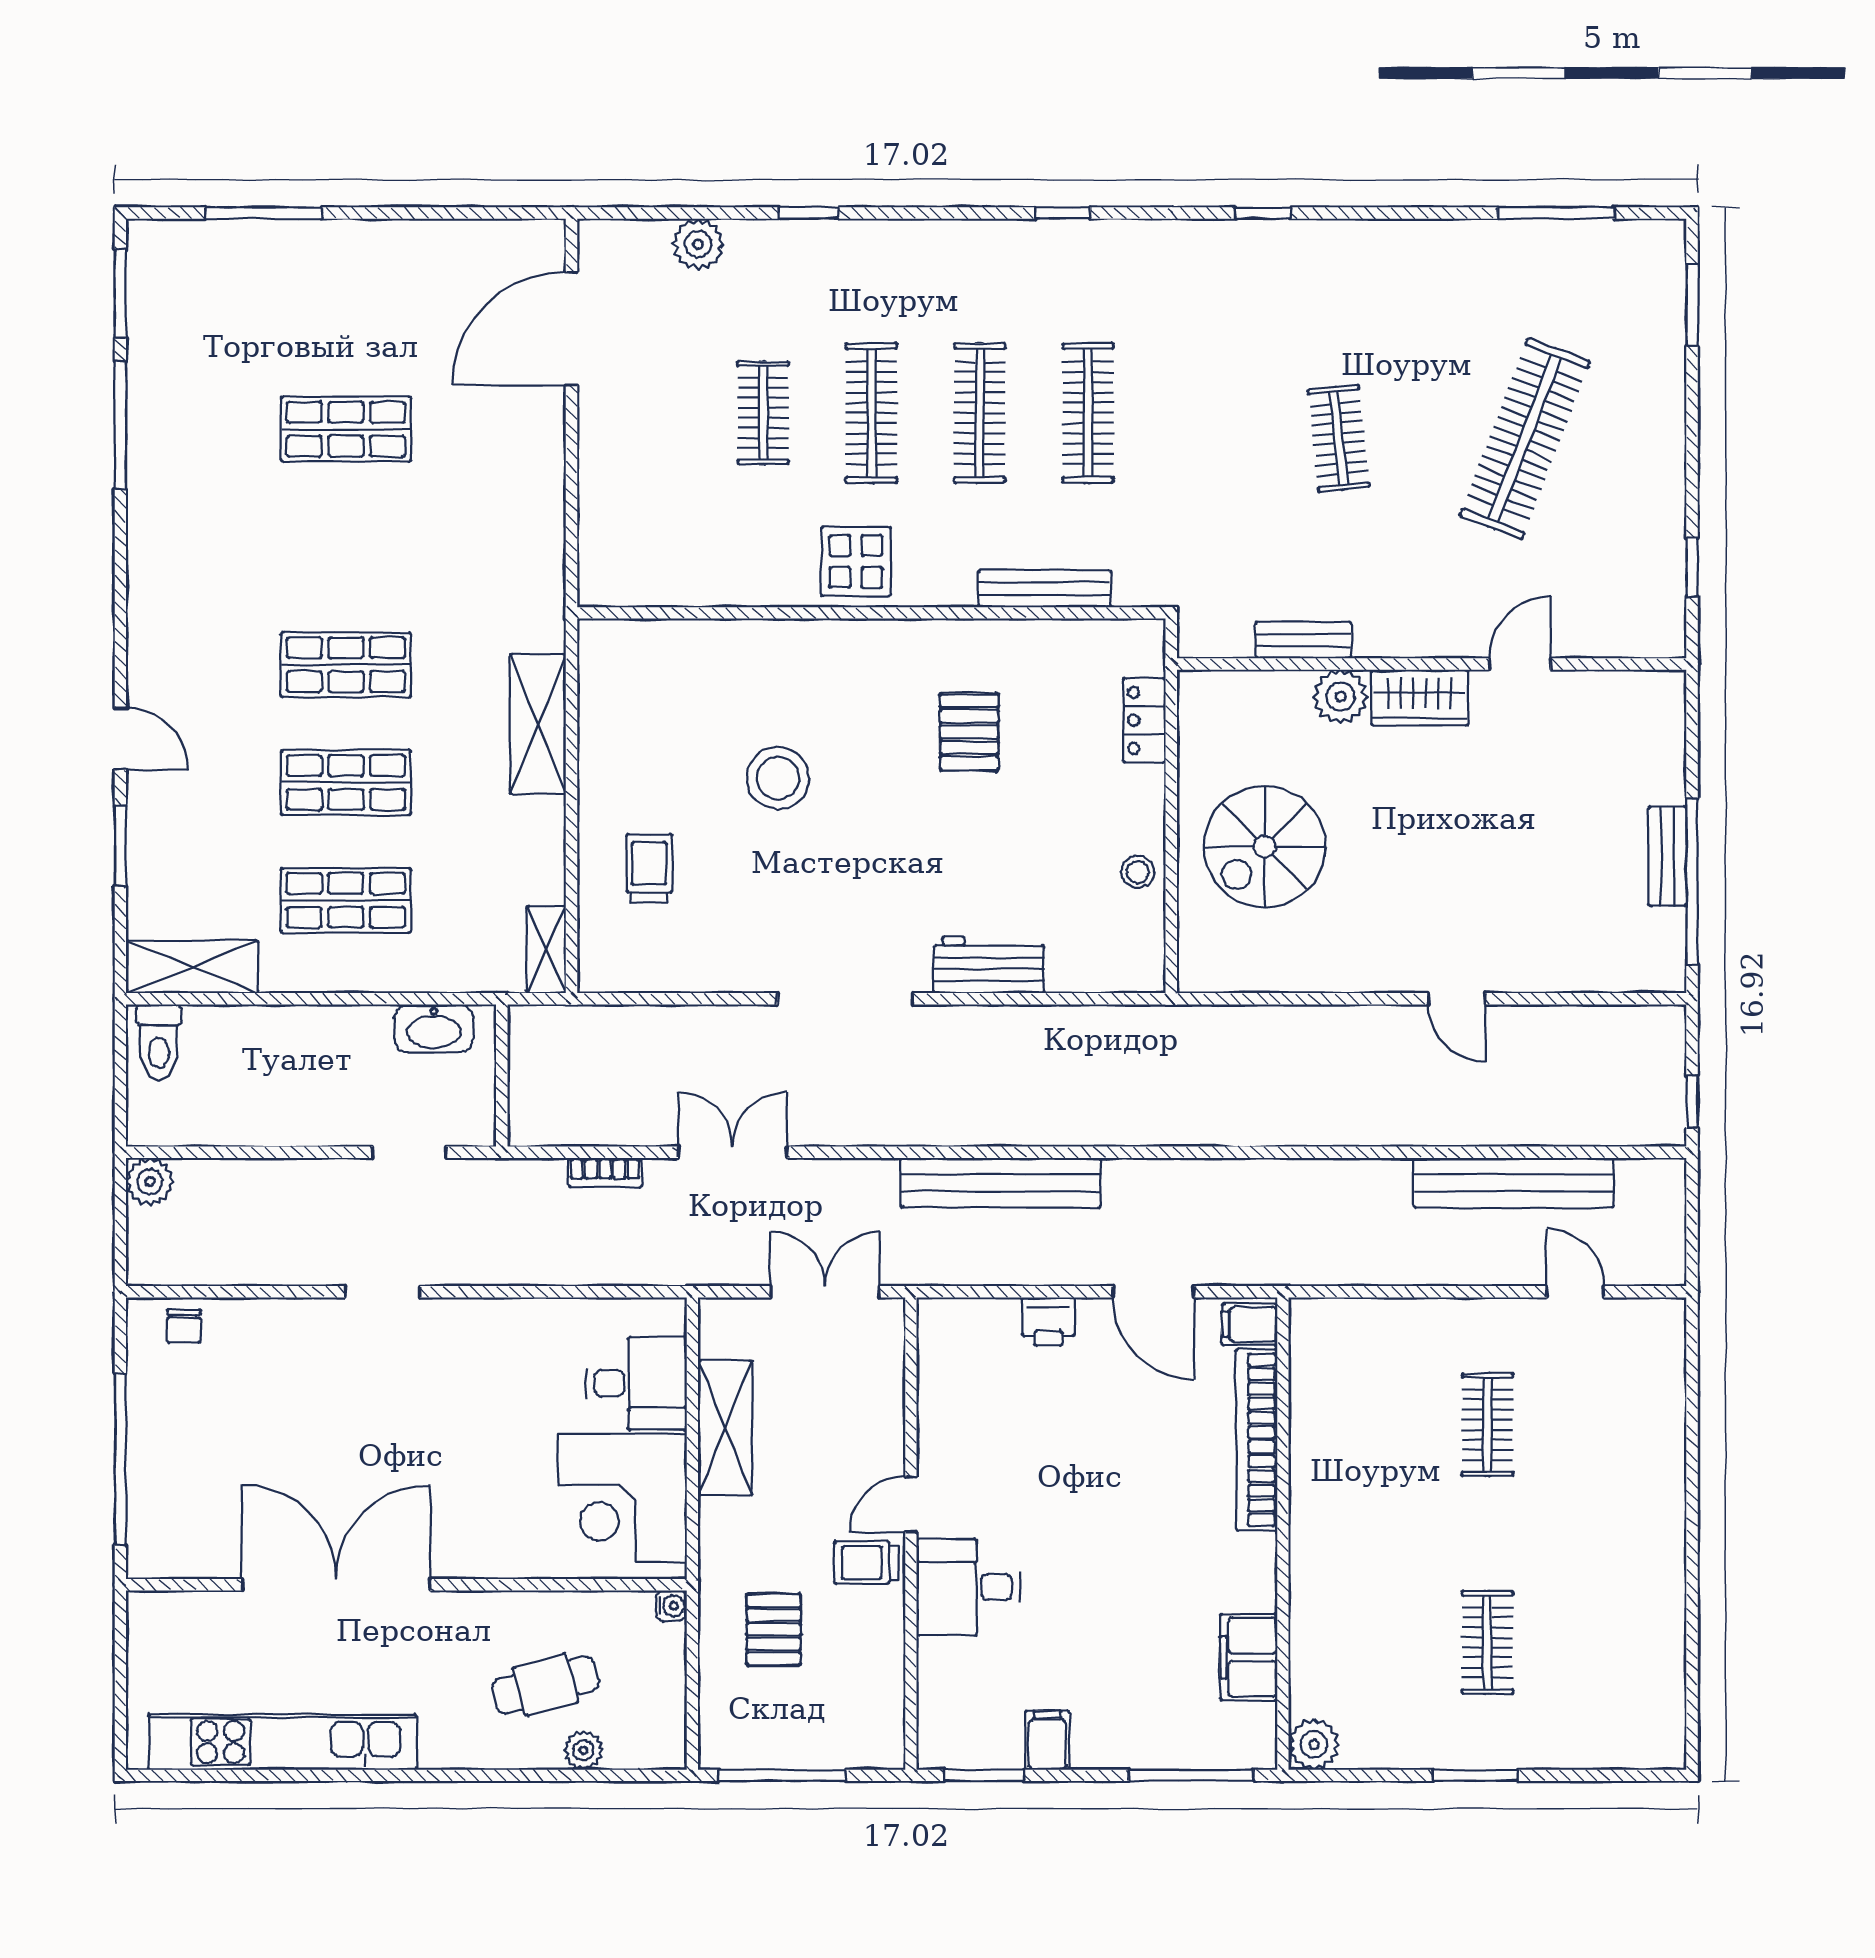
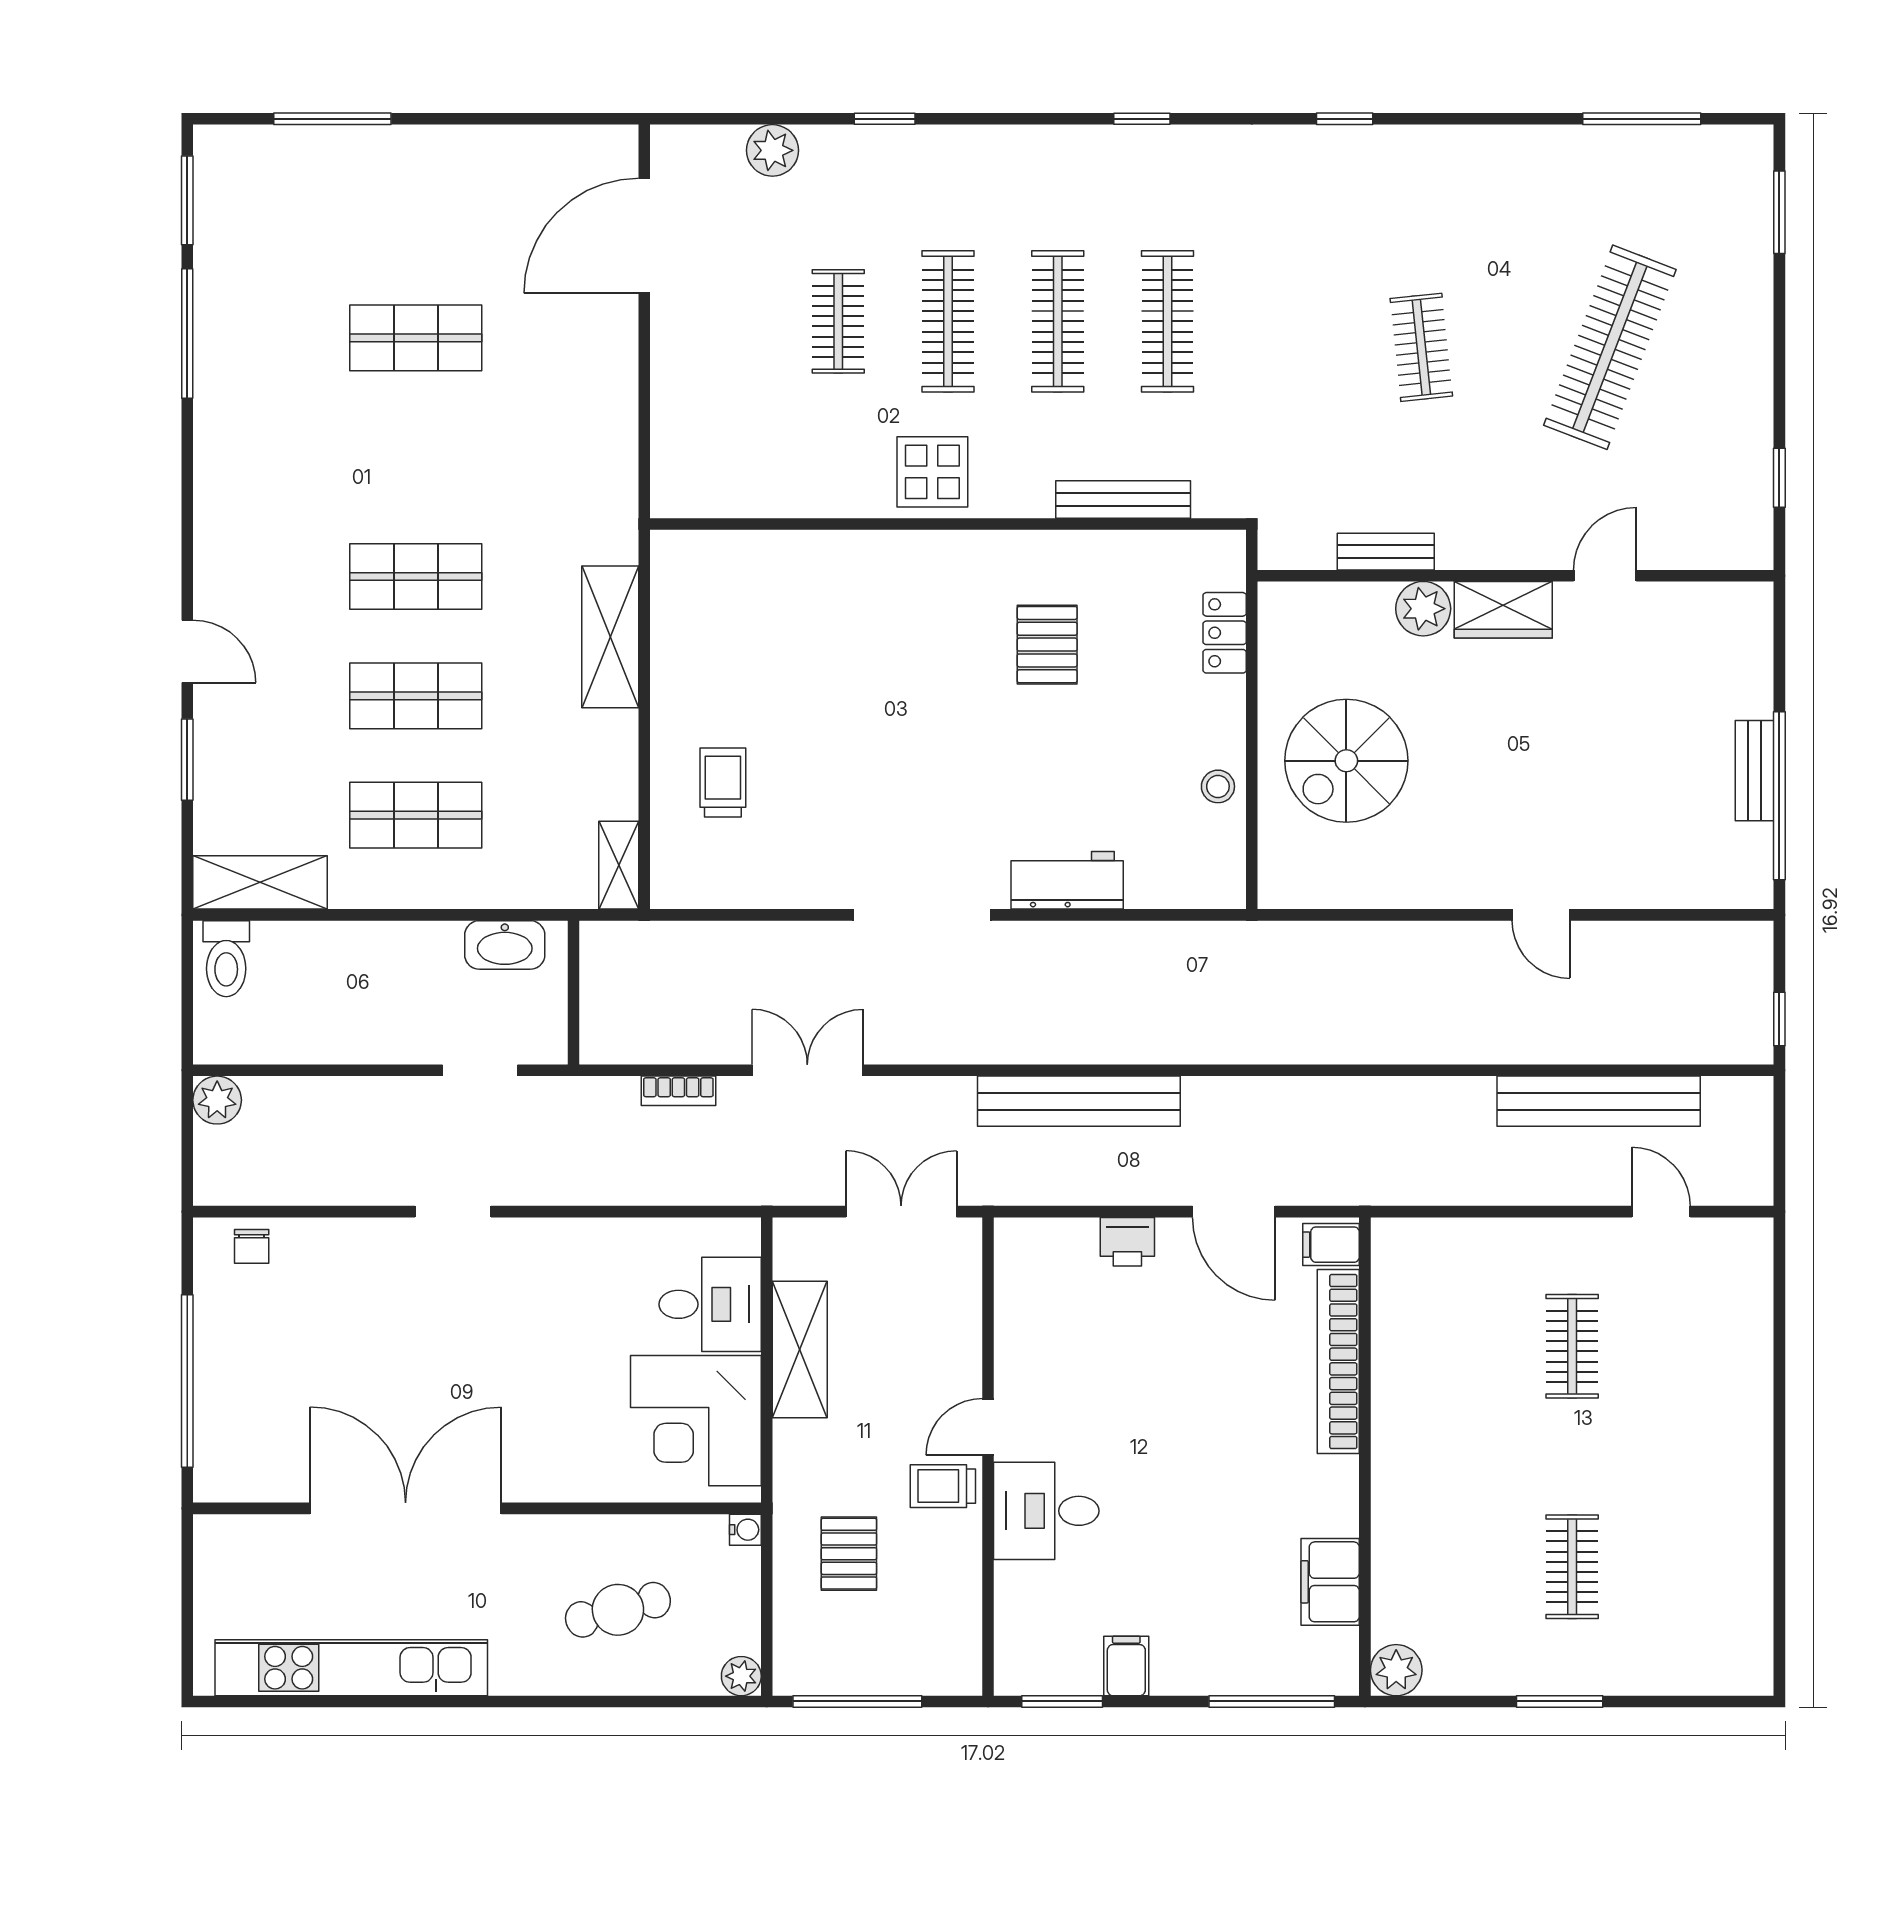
stool: (778, 778) -> (853, 691), removed
plant: (583, 1750) -> (741, 1676), moved

